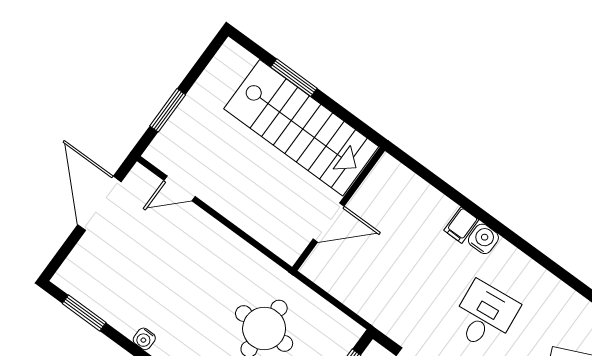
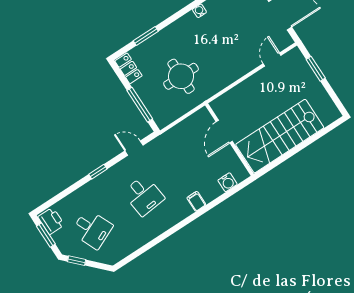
window: (294, 78) -> (308, 142), removed
water cooler: (483, 239) -> (228, 182), moved

